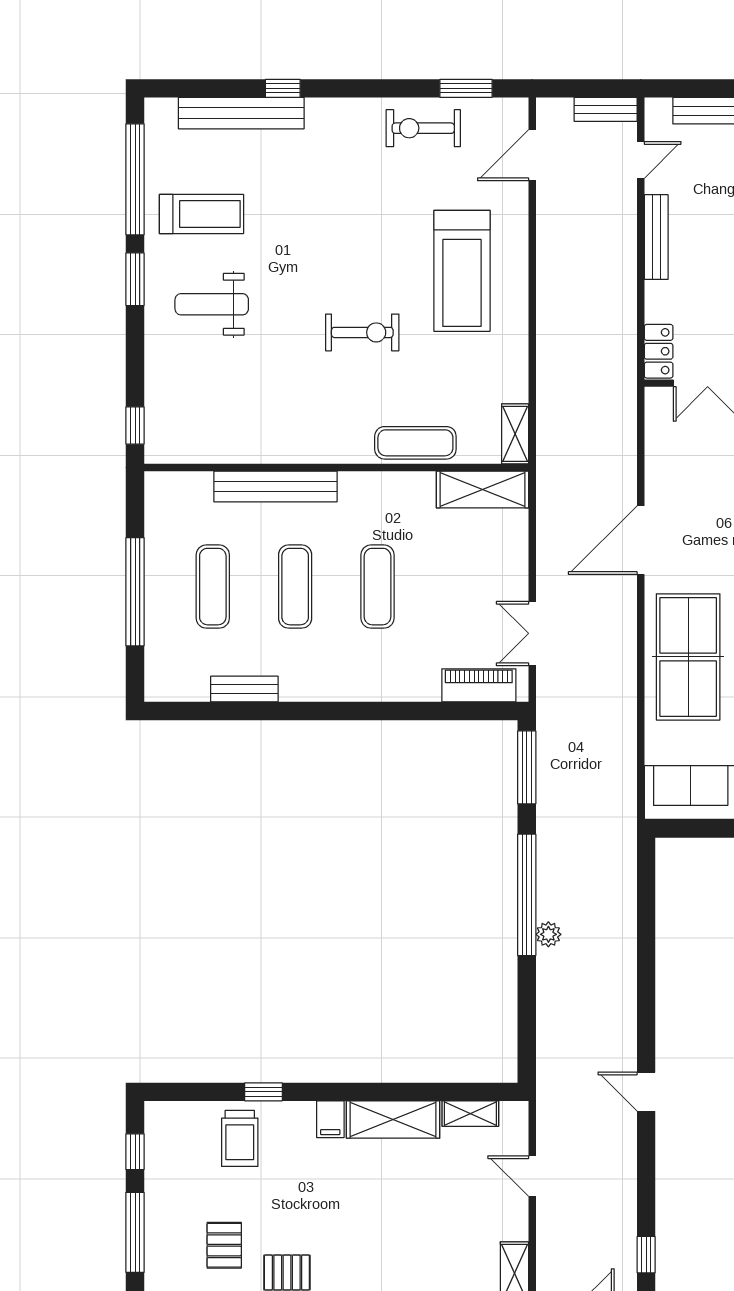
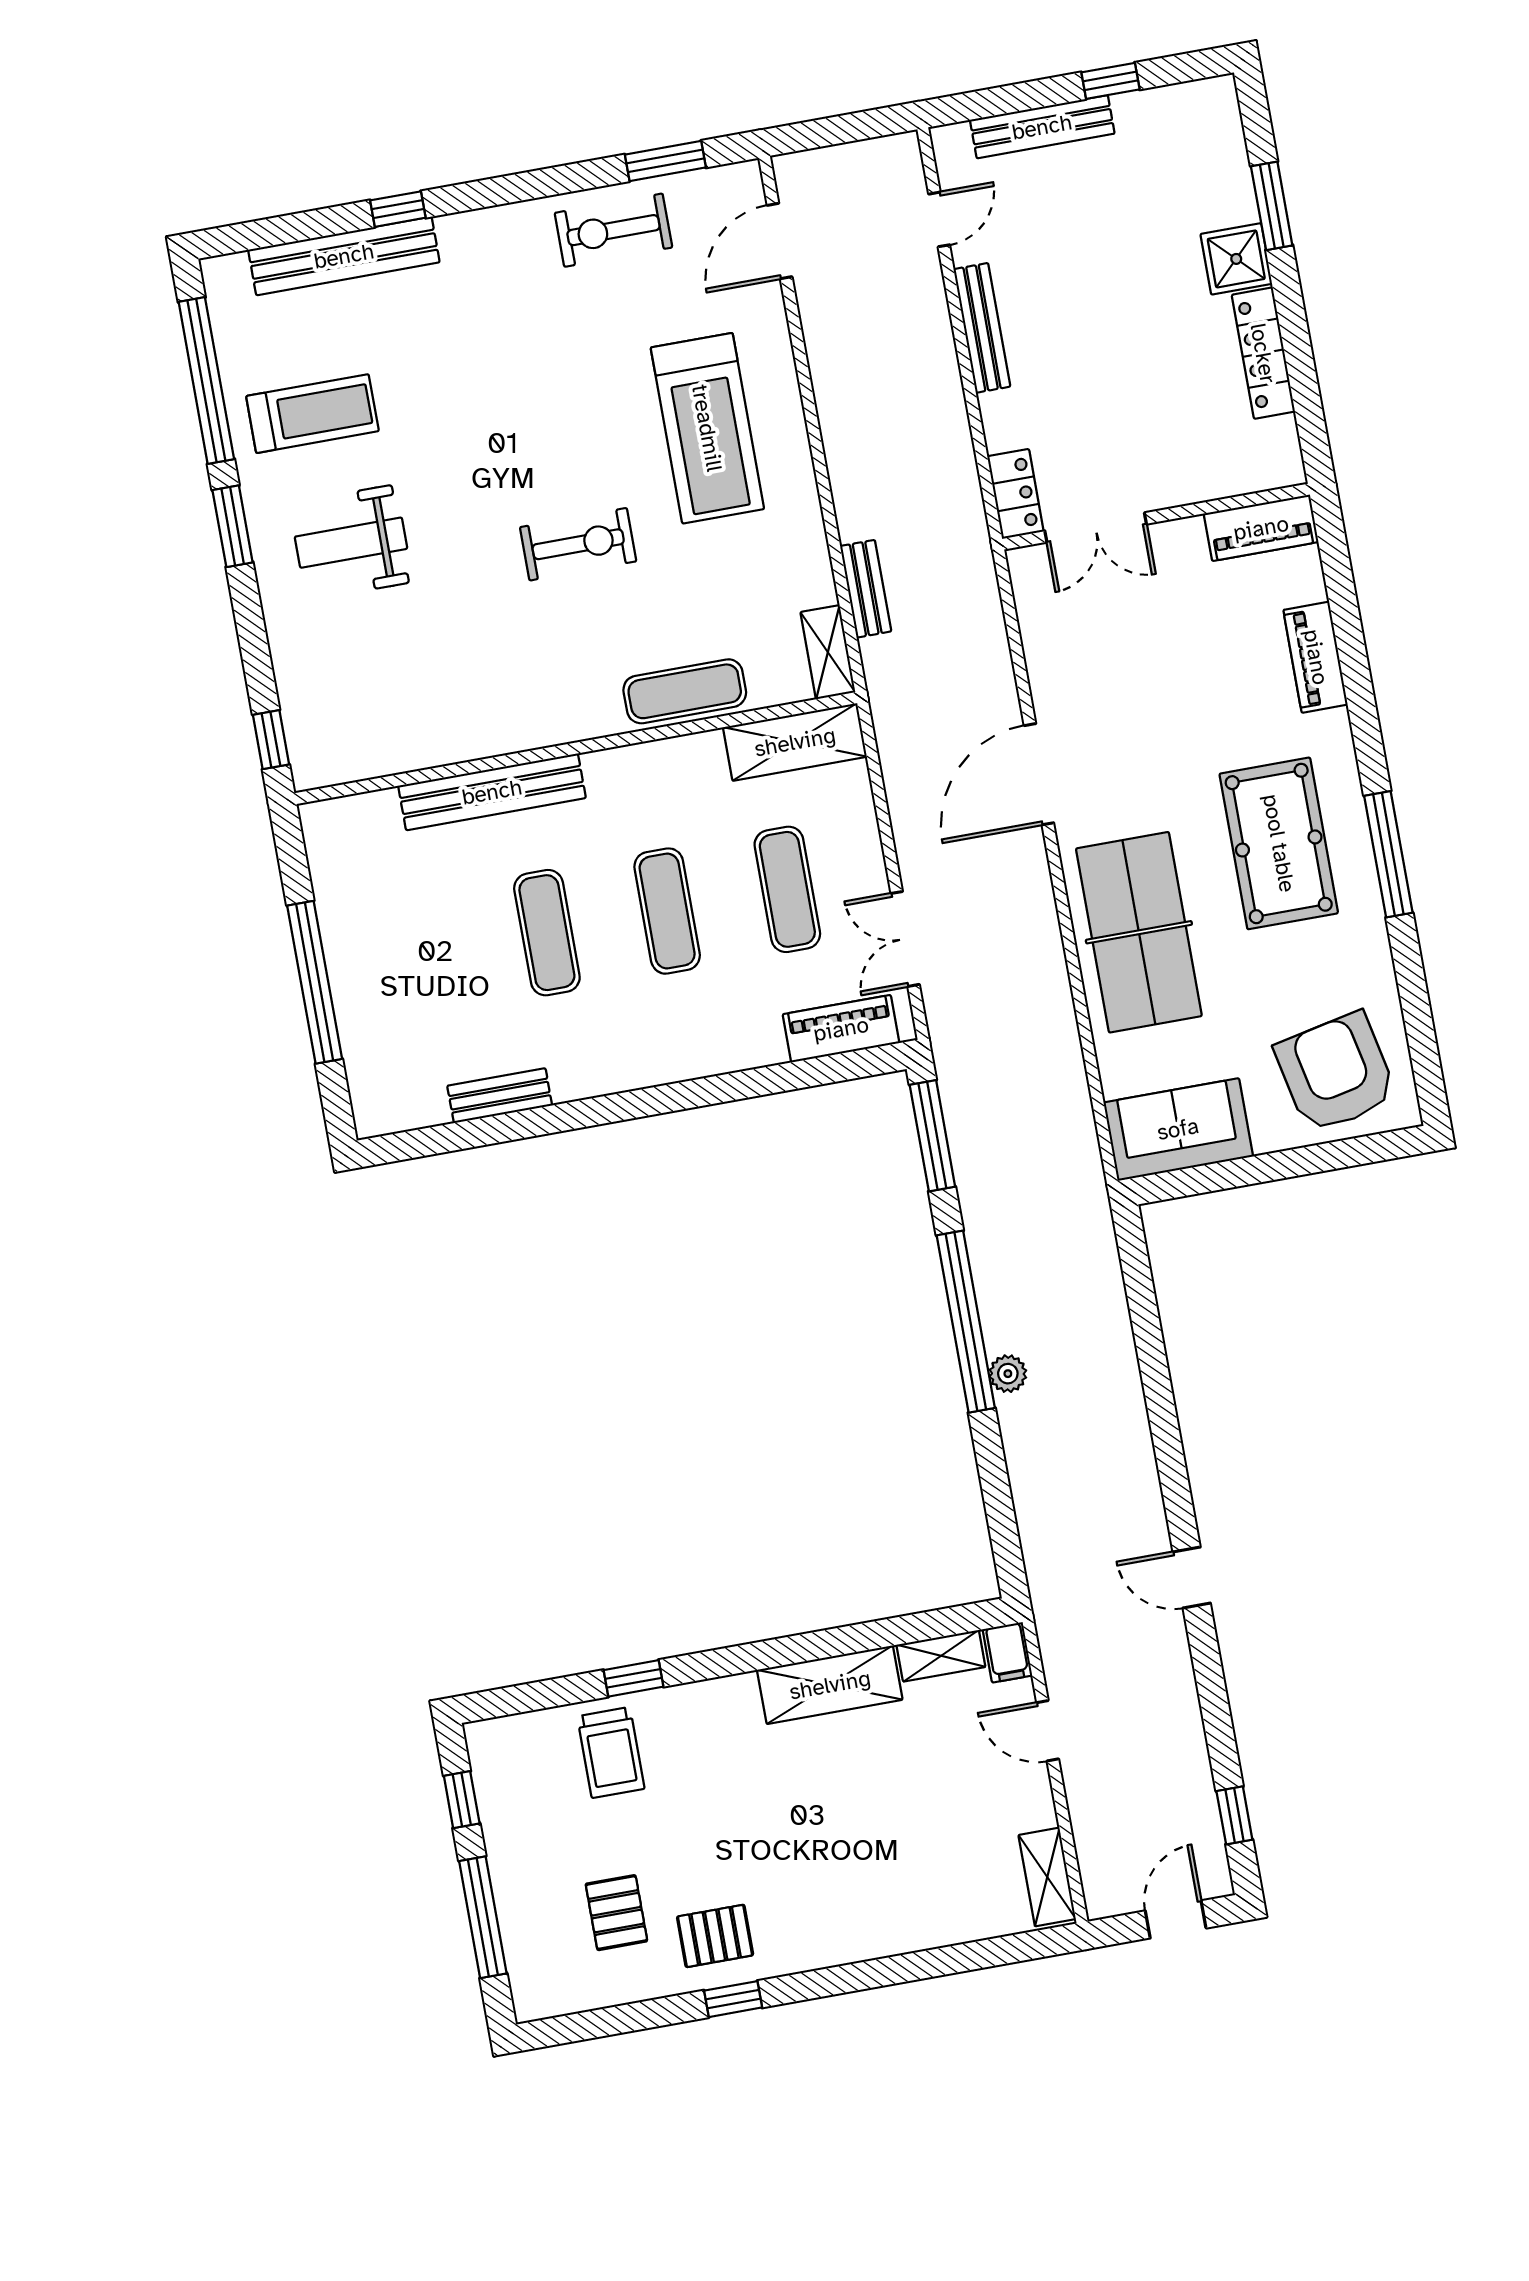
bench: (606, 109) -> (866, 589), moved, turned 90
exercise mat: (213, 587) -> (787, 889), moved
filing cabinet: (330, 1119) -> (1007, 1652), moved

